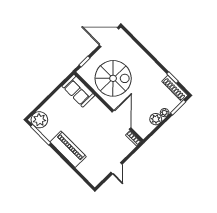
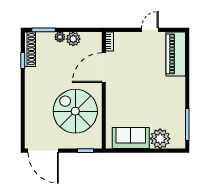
sofa: (78, 91) -> (131, 138), moved, turned -90
plant: (39, 120) -> (160, 139), moved
piano: (68, 149) -> (176, 54), moved

